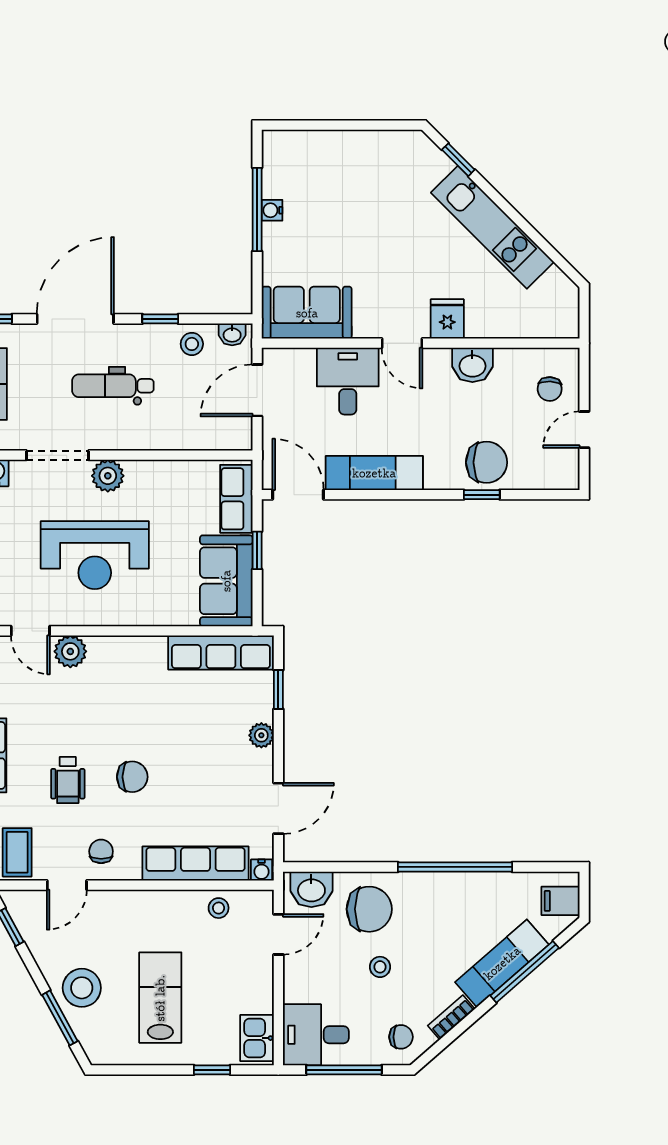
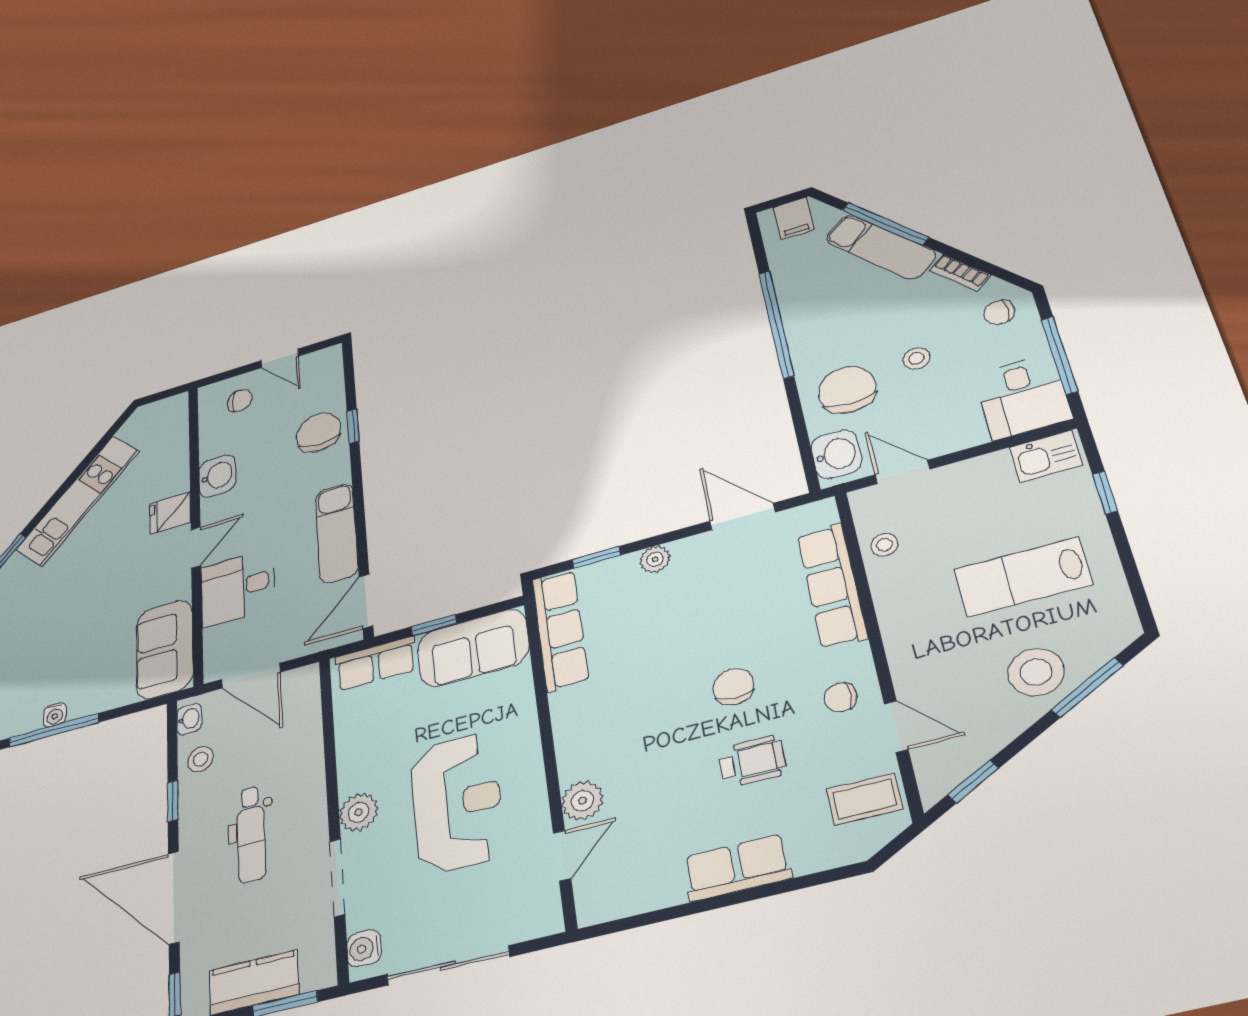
water cooler: (261, 870) -> (824, 512), removed
chair: (401, 1037) -> (999, 312), turned -90

